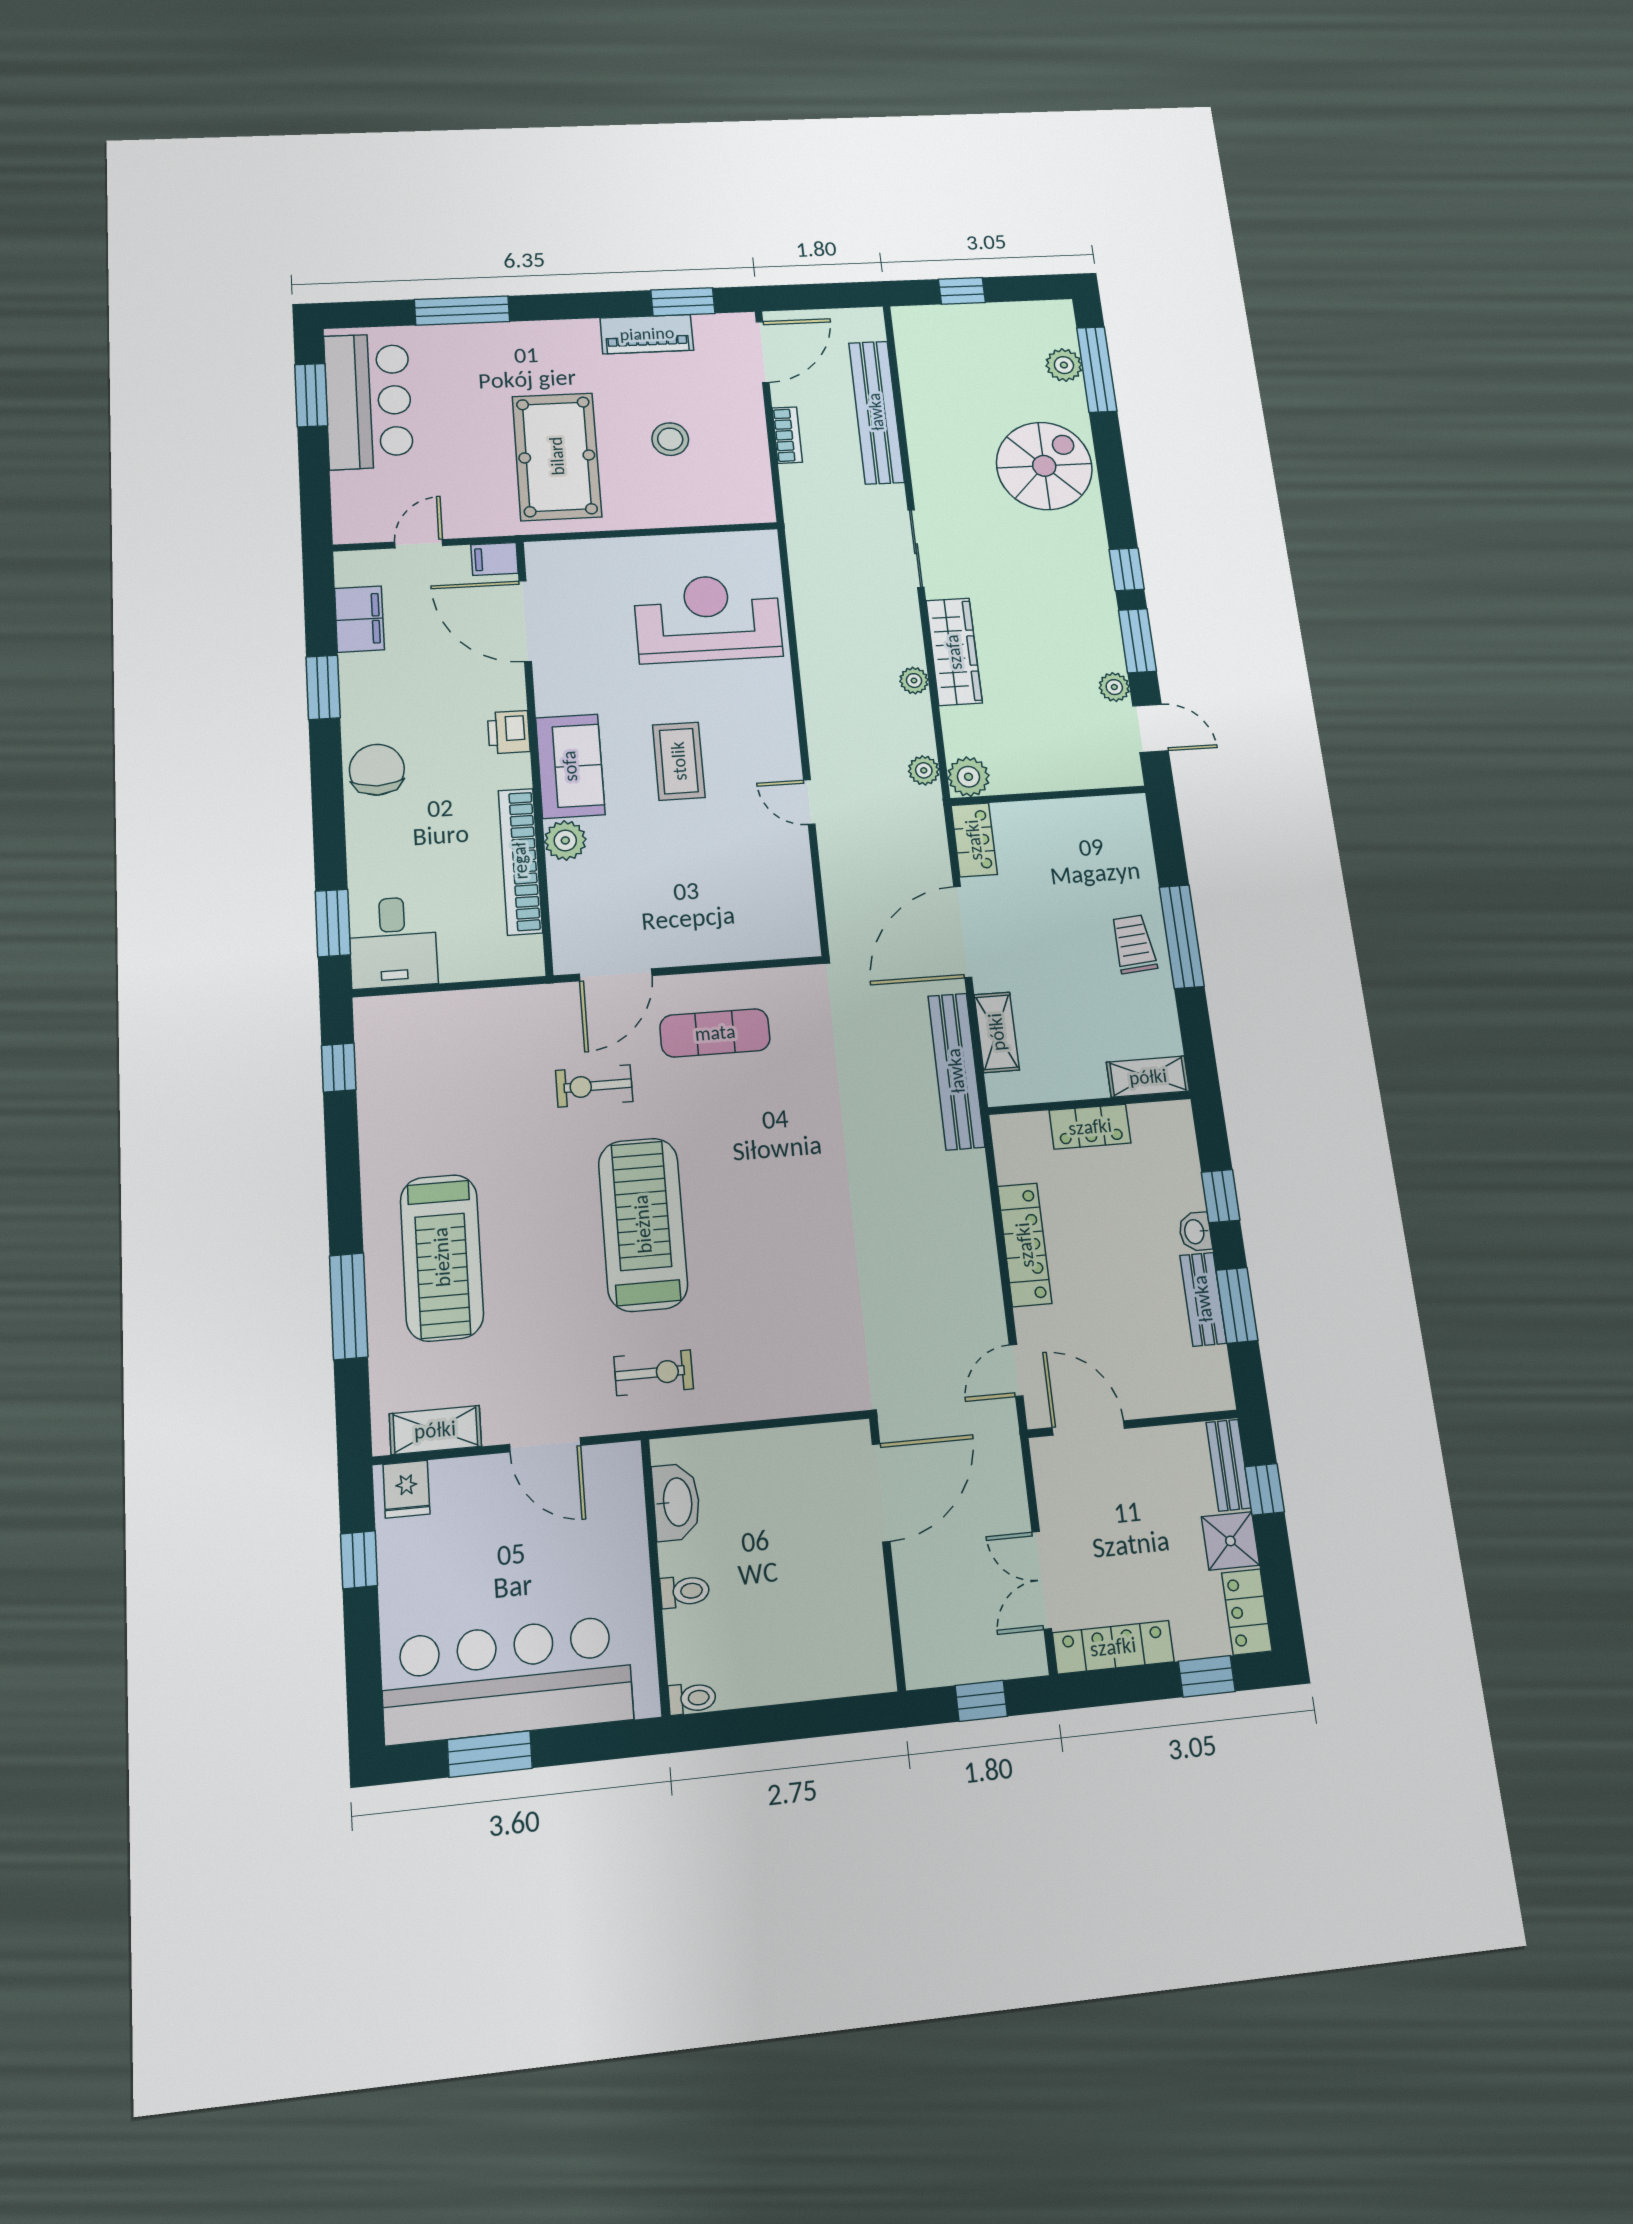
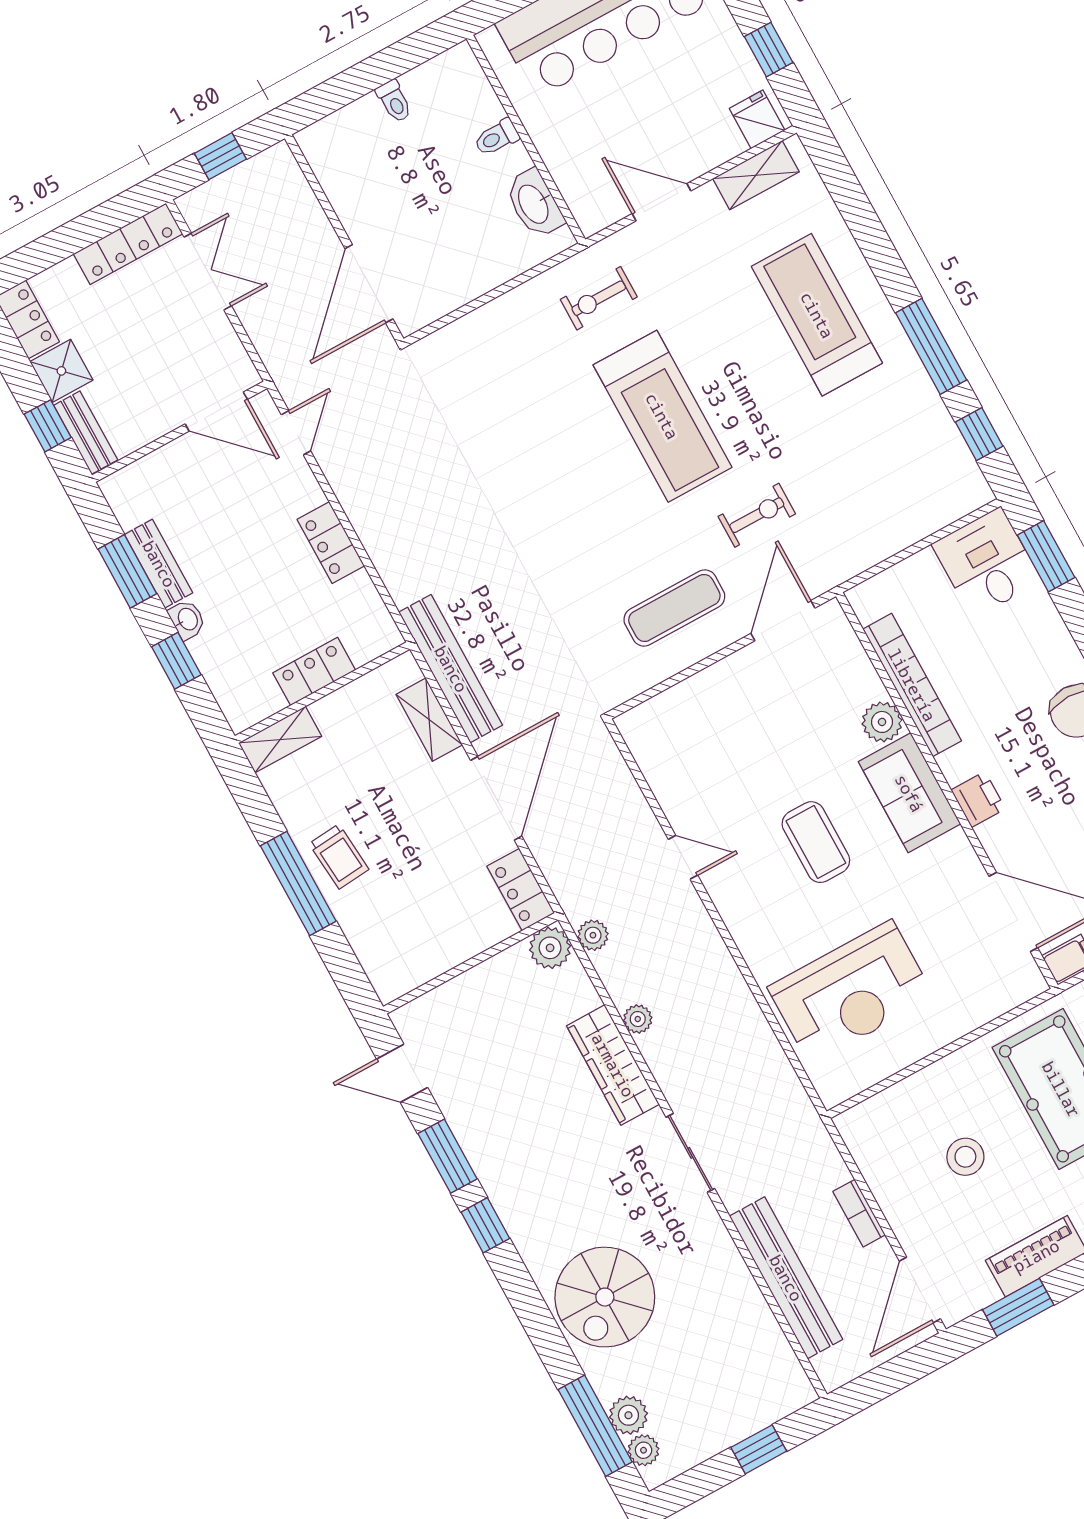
plant: (1114, 687) -> (644, 1450), moved
locker: (1025, 1245) -> (331, 543), width x0.66
window: (349, 1306) -> (931, 346), moved
window: (1207, 1676) -> (42, 254), removed
toilet: (692, 1698) -> (394, 101), moved, turned -90

